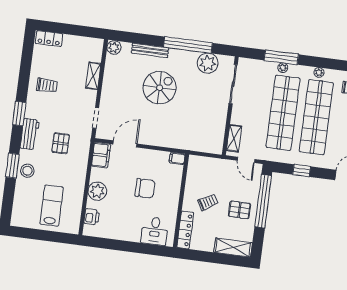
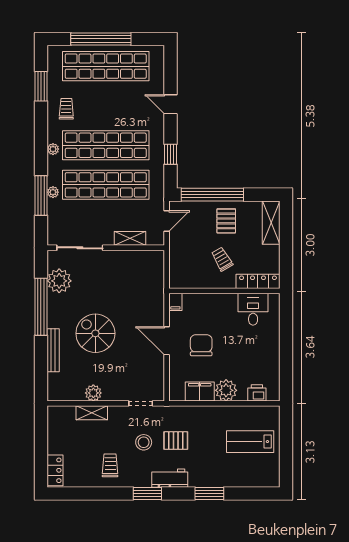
plant: (114, 47) -> (93, 393), moved
shelving: (234, 138) -> (130, 238), moved
door: (125, 144) -> (167, 341), moved
filing cabinet: (101, 155) -> (200, 392), moved
stool: (27, 171) -> (144, 442), moved
chair: (145, 188) -> (201, 345), moved
desk: (155, 231) -> (253, 309), moved, turned -90

